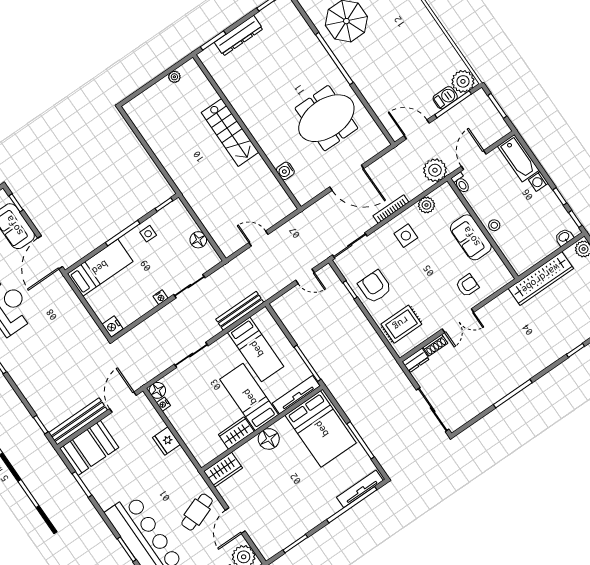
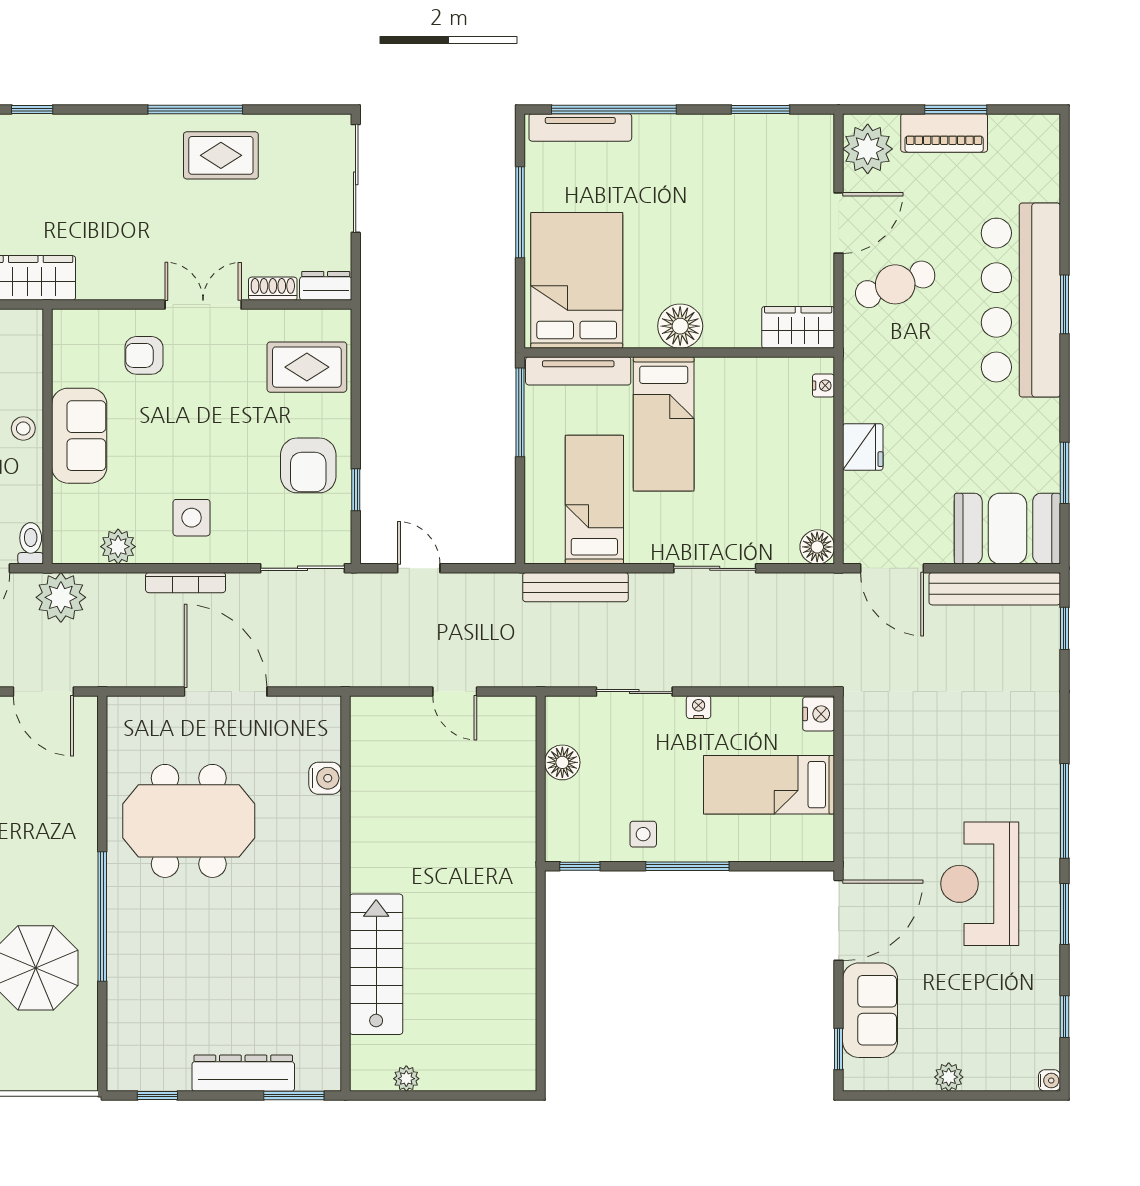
stairs: (230, 132) -> (376, 964), moved
bed: (100, 268) -> (769, 785), moved
rug: (491, 383) -> (221, 155), added
door: (123, 402) -> (892, 568), hinge flipped
nightstand: (163, 404) -> (823, 386), moved
wardrobe: (236, 433) -> (730, 376), removed

